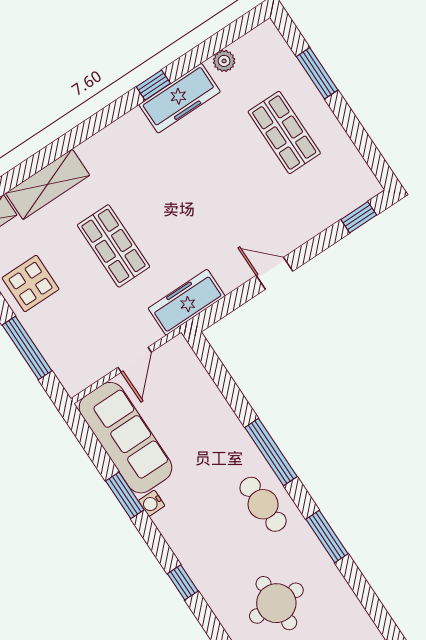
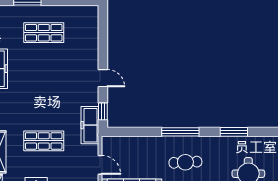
window: (359, 217) -> (103, 111), moved
door: (274, 273) -> (103, 78), swing flipped
cafe table: (263, 504) -> (185, 162), moved

